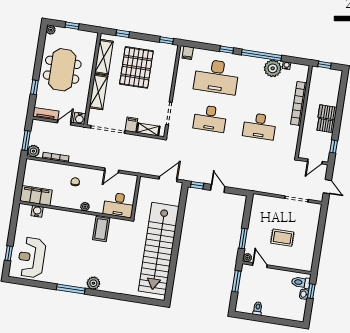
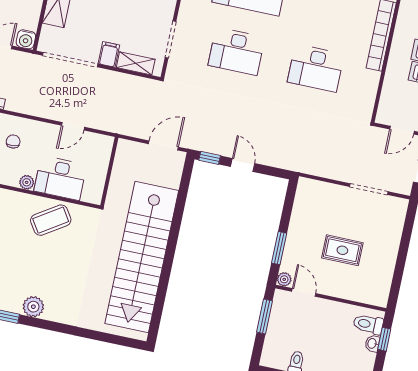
desk: (119, 205) -> (60, 178), moved
coffee table: (101, 229) -> (51, 220), turned 57

